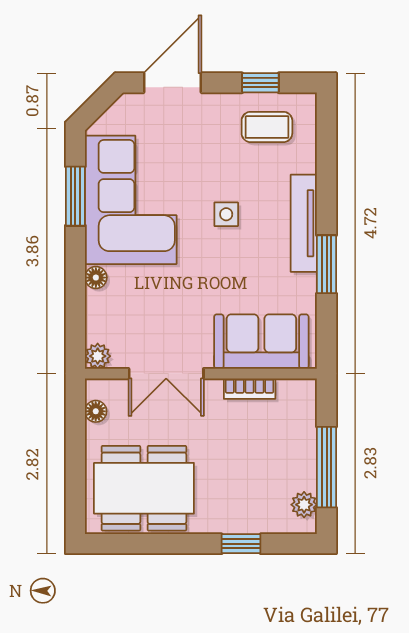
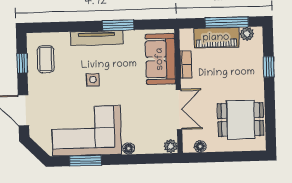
piano: (298, 447) -> (216, 38), added
dining table: (144, 488) -> (241, 120), width x0.73

